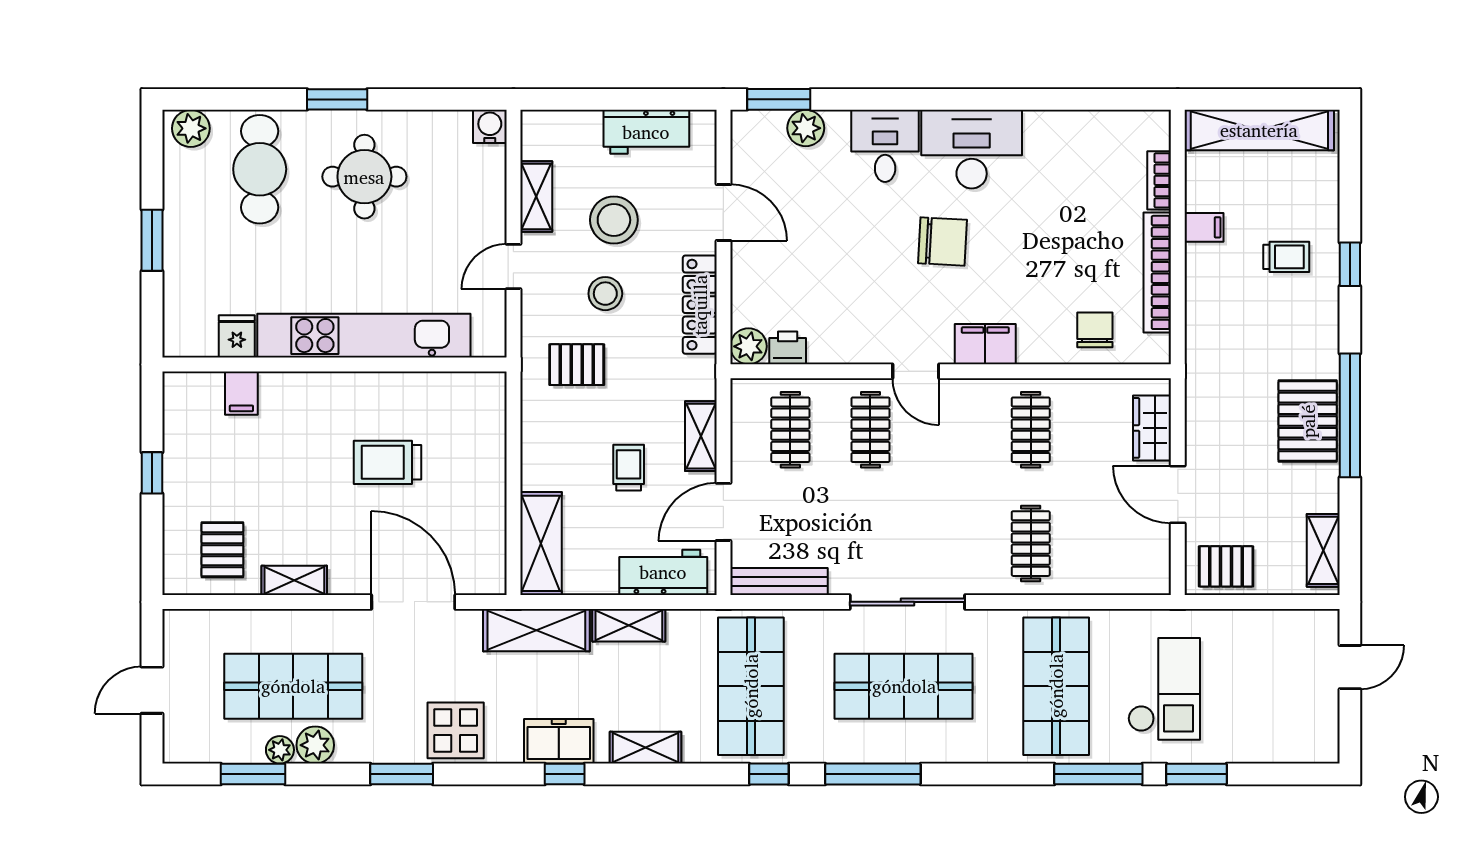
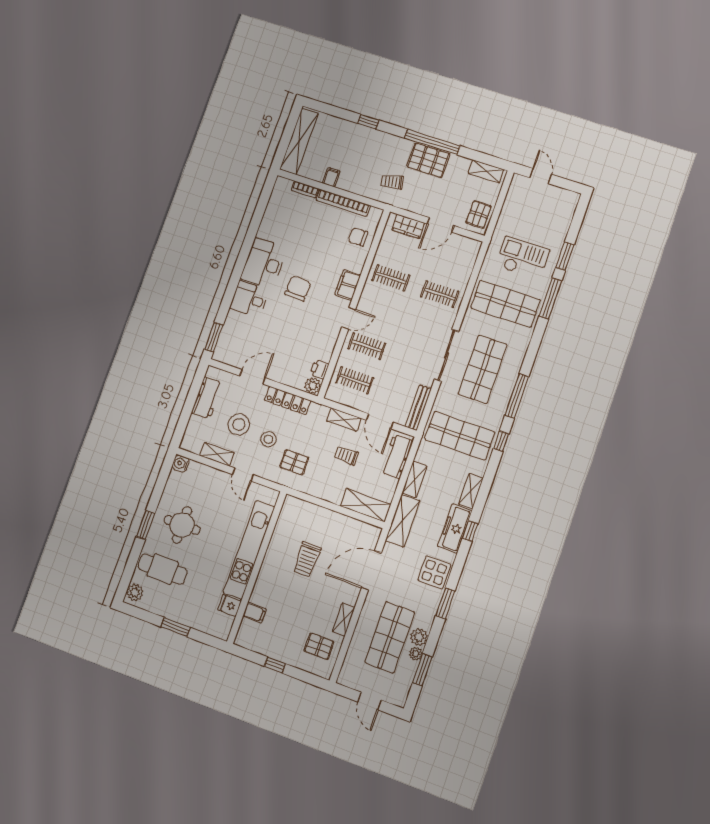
plant: (806, 128) -> (230, 330), removed
trolley: (1286, 257) -> (392, 182), moved, turned -102
pallet: (577, 365) -> (294, 462), turned 90
freezer: (559, 741) -> (455, 528), width x1.40

